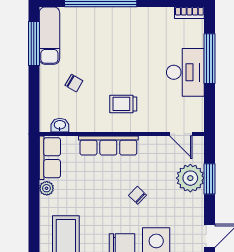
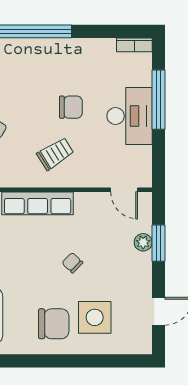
chair: (136, 65) -> (71, 107), added
trolley: (123, 104) -> (55, 154), turned 148
plant: (190, 178) -> (143, 242), width x0.53, depth x0.53

